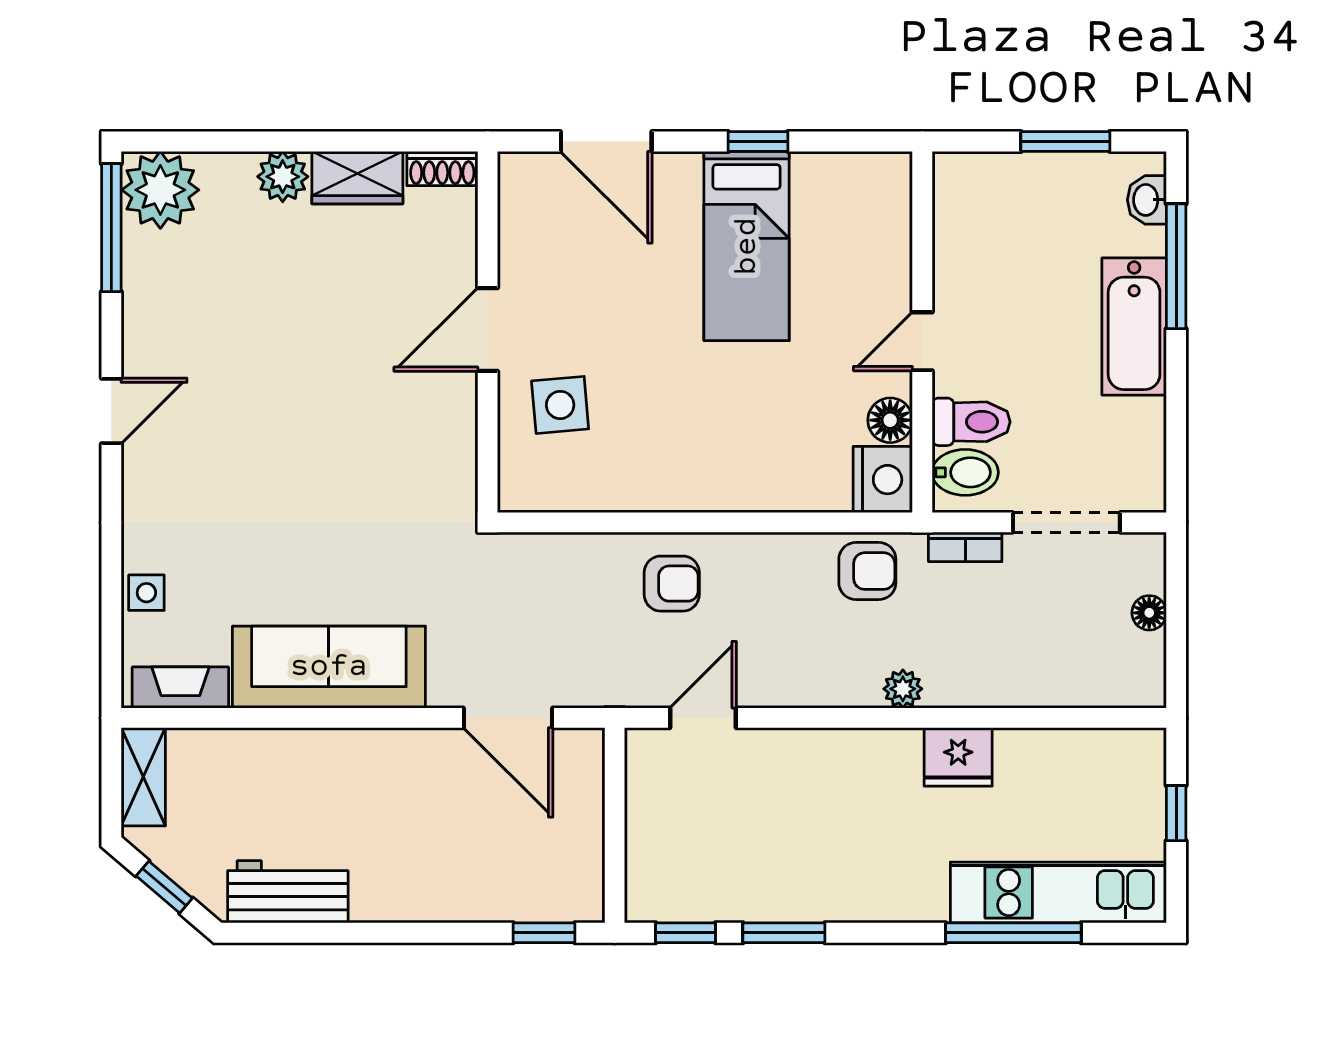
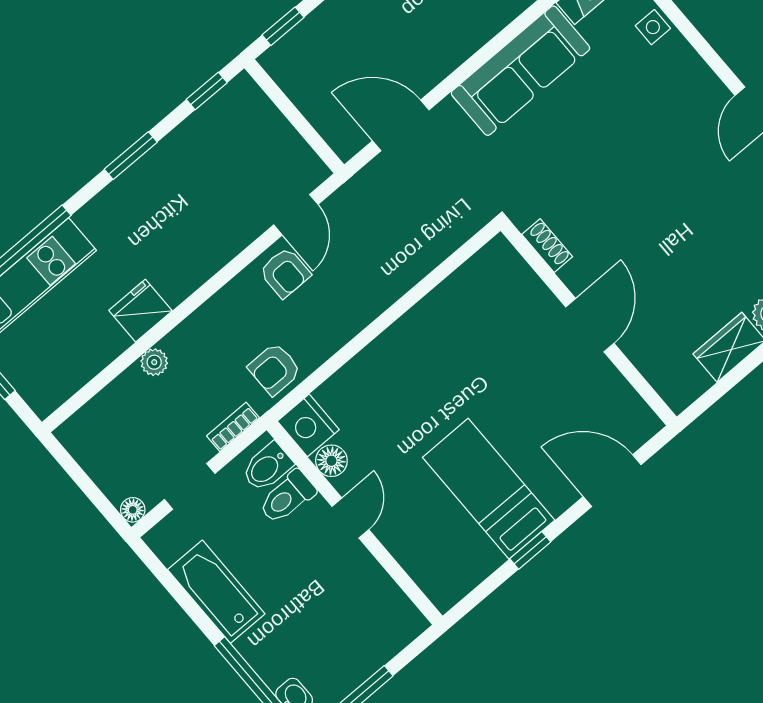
shoe rack: (442, 168) -> (547, 246), moved, turned 90
bathtub: (1134, 326) -> (216, 592), moved
side table: (560, 405) -> (516, 318), removed
doorway: (1066, 522) -> (190, 486), width x0.73
armchair: (672, 584) -> (285, 273), moved, turned -90
floor lamp: (1149, 613) -> (133, 510), moved
plant: (903, 689) -> (154, 362), moved
window: (784, 933) -> (131, 156), moved

